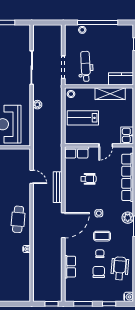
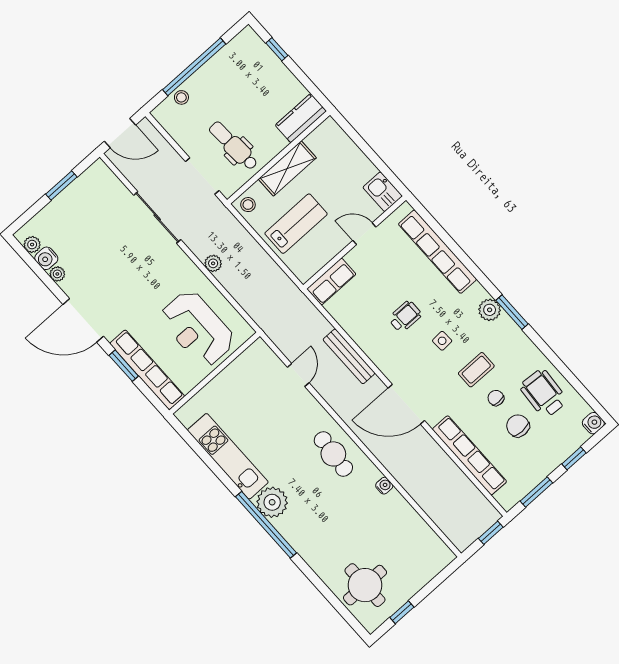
door: (46, 22) -> (120, 133), added
shelving: (110, 94) -> (287, 168), moved
lab bench: (83, 118) -> (296, 224), turned 180
door: (106, 145) -> (364, 234), swing flipped
door: (32, 177) -> (298, 375), hinge flipped
wheelchair: (88, 179) -> (405, 317), moved
door: (63, 225) -> (406, 404), swing flipped
row of seats: (70, 267) -> (470, 455), width x2.02

